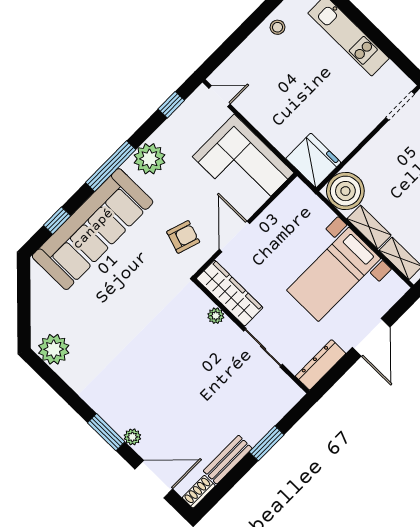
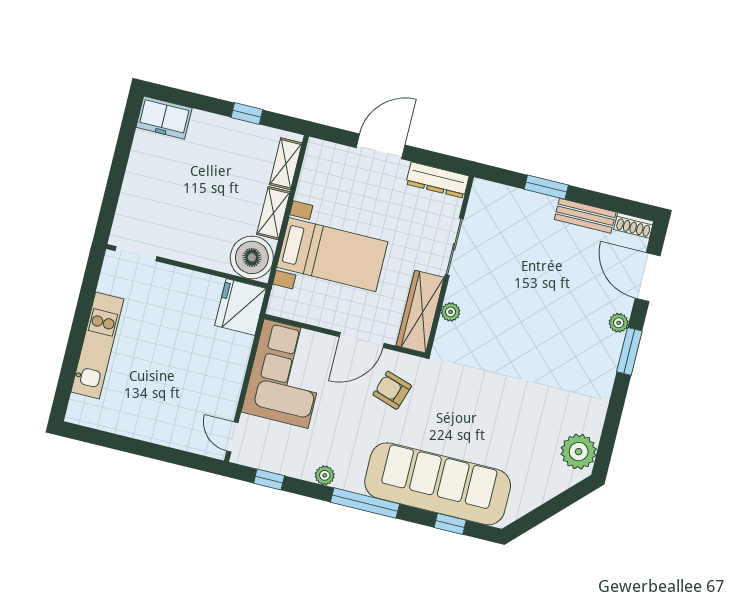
stool: (277, 27) -> (131, 420), removed
plant: (149, 159) -> (325, 475), width x0.53, depth x0.53
bed with nightstands: (334, 274) -> (332, 255), moved

